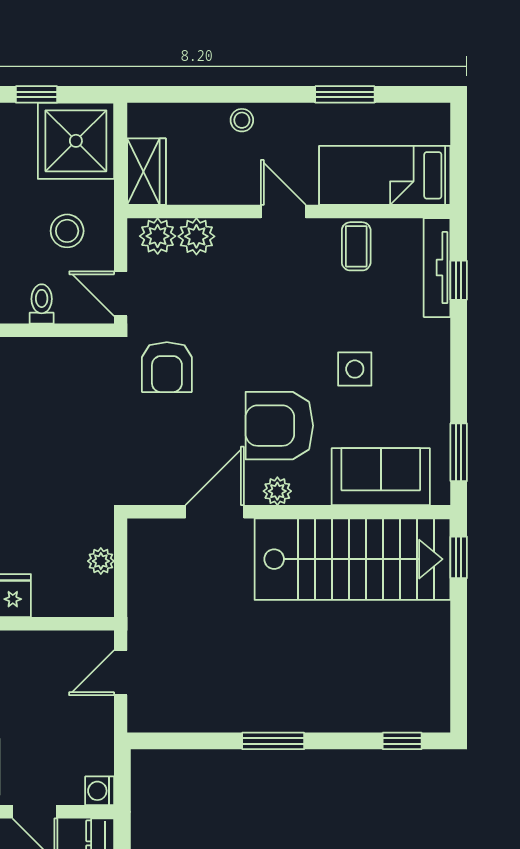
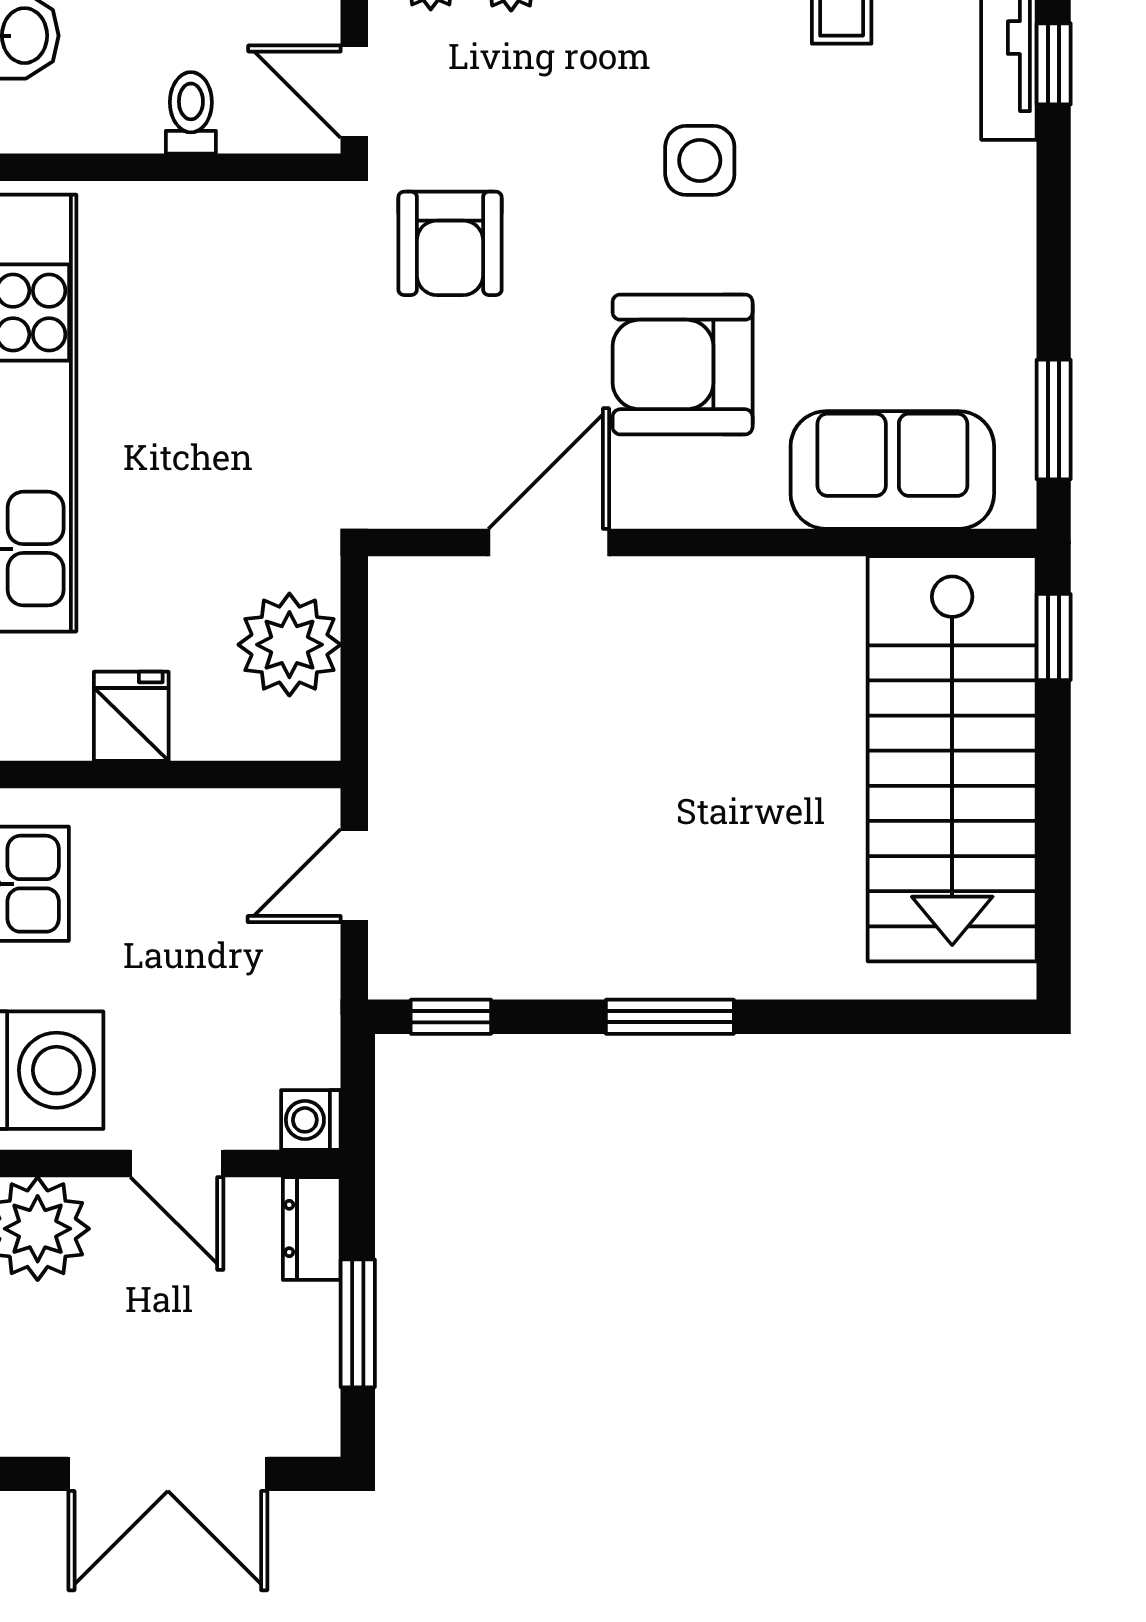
side table: (355, 369) -> (700, 160), moved
plant: (277, 491) -> (678, 500), removed
stairs: (353, 559) -> (952, 759), moved, turned 90
plant: (101, 561) -> (289, 645), width x1.88, depth x1.88
window: (402, 741) -> (451, 1017), moved

